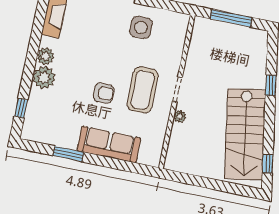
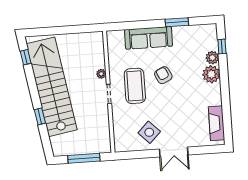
side table: (141, 27) -> (149, 132), turned 45
plant: (45, 56) -> (212, 58), moved
armchair: (104, 93) -> (163, 75), turned 64
stairs: (245, 134) -> (52, 87), width x1.36

